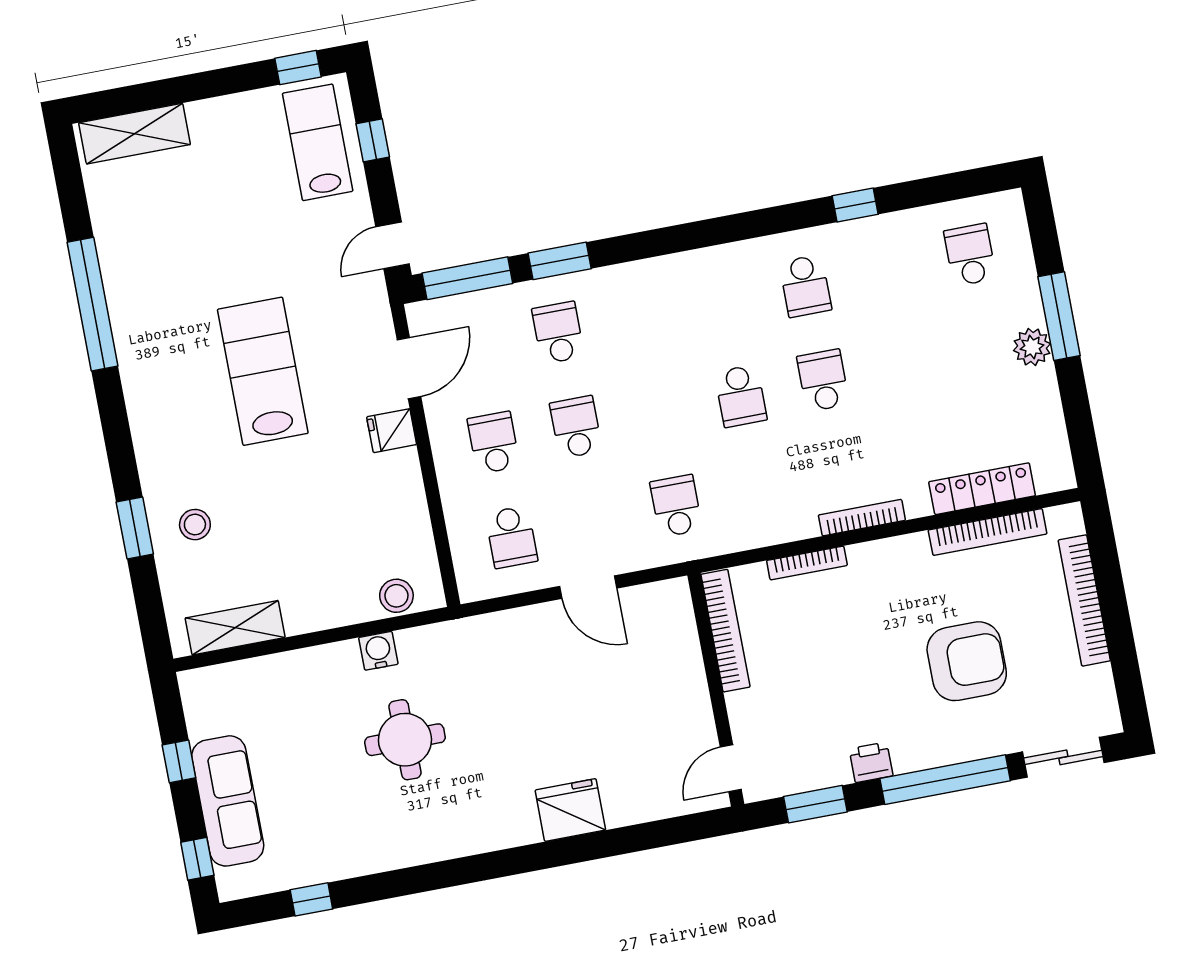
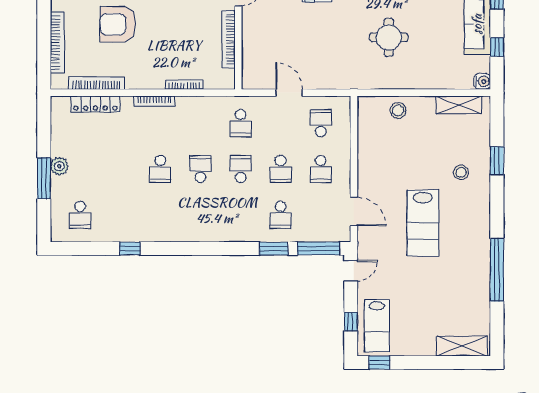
school desk: (805, 286) -> (241, 169), moved
door: (409, 368) -> (354, 211), swing flipped
fridge: (392, 431) -> (368, 184), removed
stool: (195, 525) -> (461, 172), moved
stool: (396, 596) -> (398, 110), moved
bookcase: (725, 631) -> (229, 39), moved
water cooler: (378, 651) -> (482, 81), moved, turned -90

